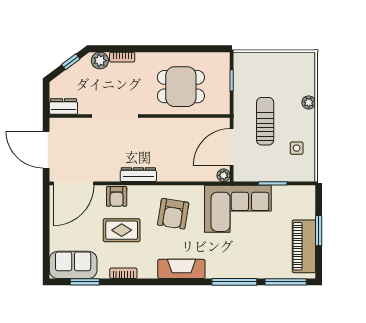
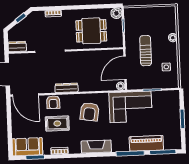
plant: (100, 61) -> (116, 13), moved
door: (73, 183) -> (25, 95), hinge flipped
piano: (304, 246) -> (146, 143), moved, turned 90

